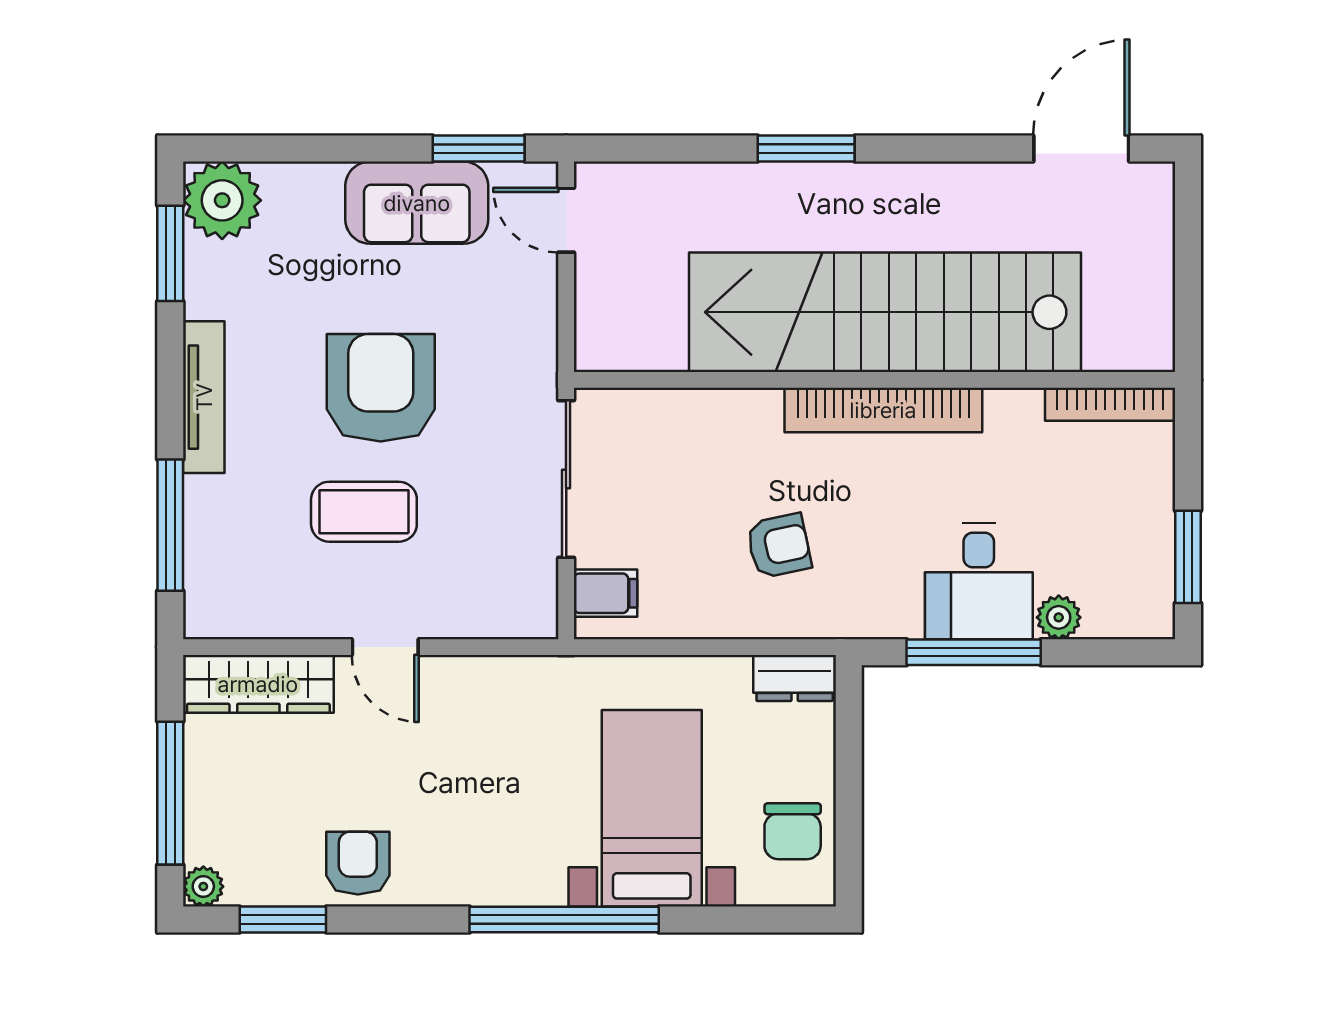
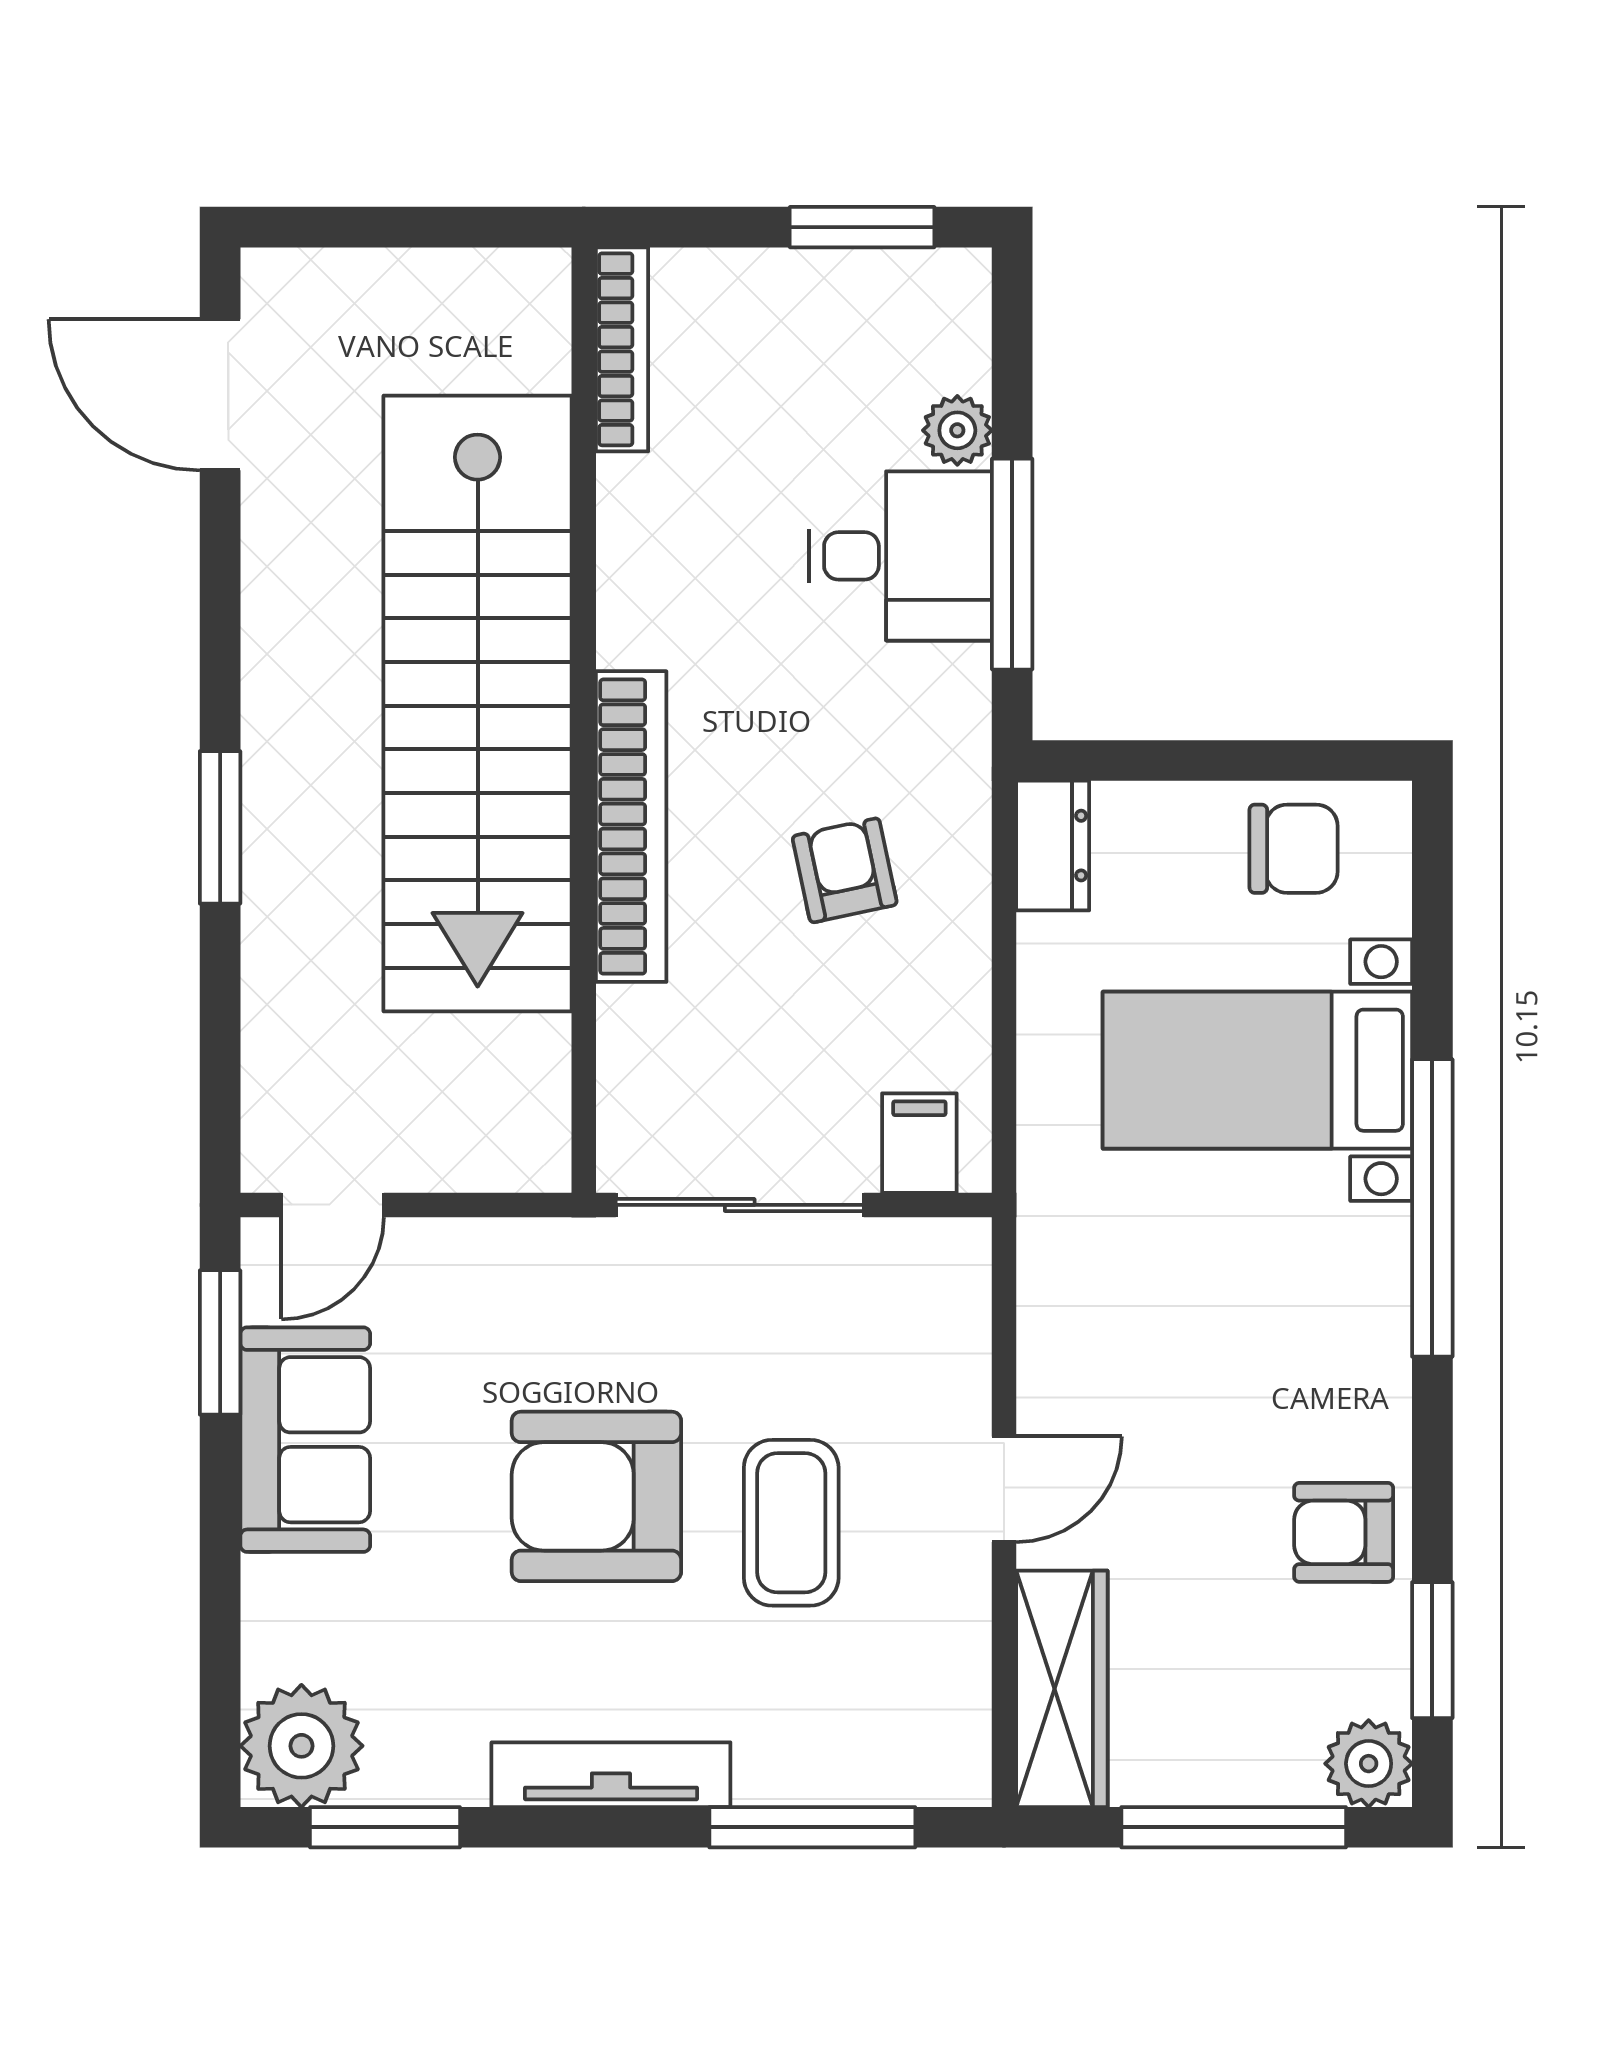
bookcase: (883, 410) -> (631, 827), moved
plant: (203, 886) -> (1369, 1764), width x1.38, depth x1.38

